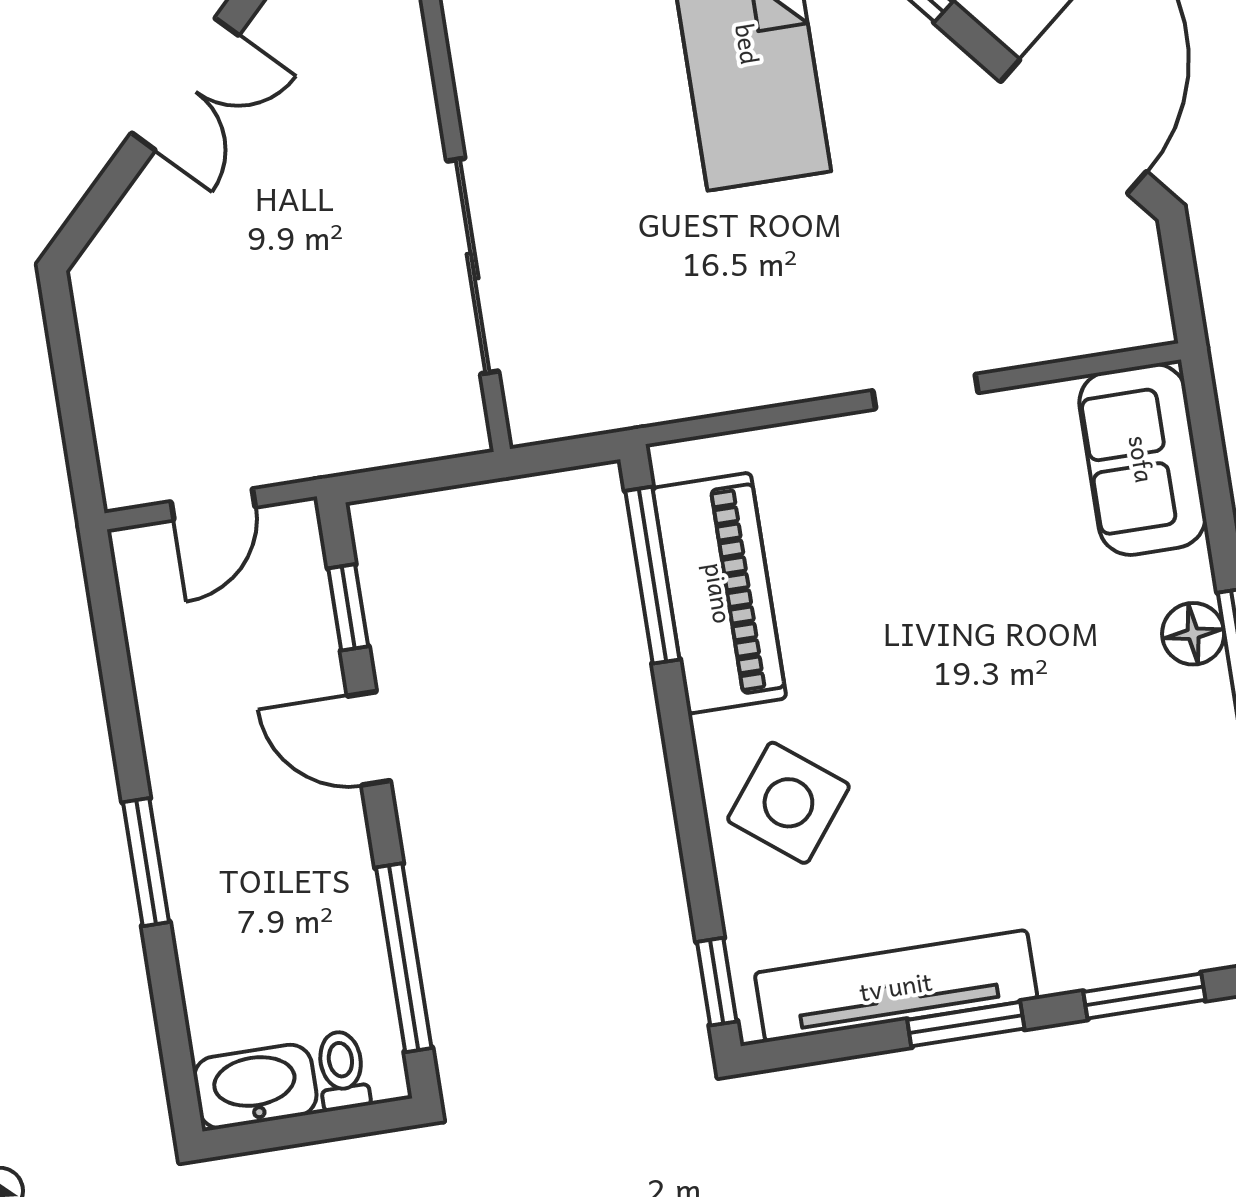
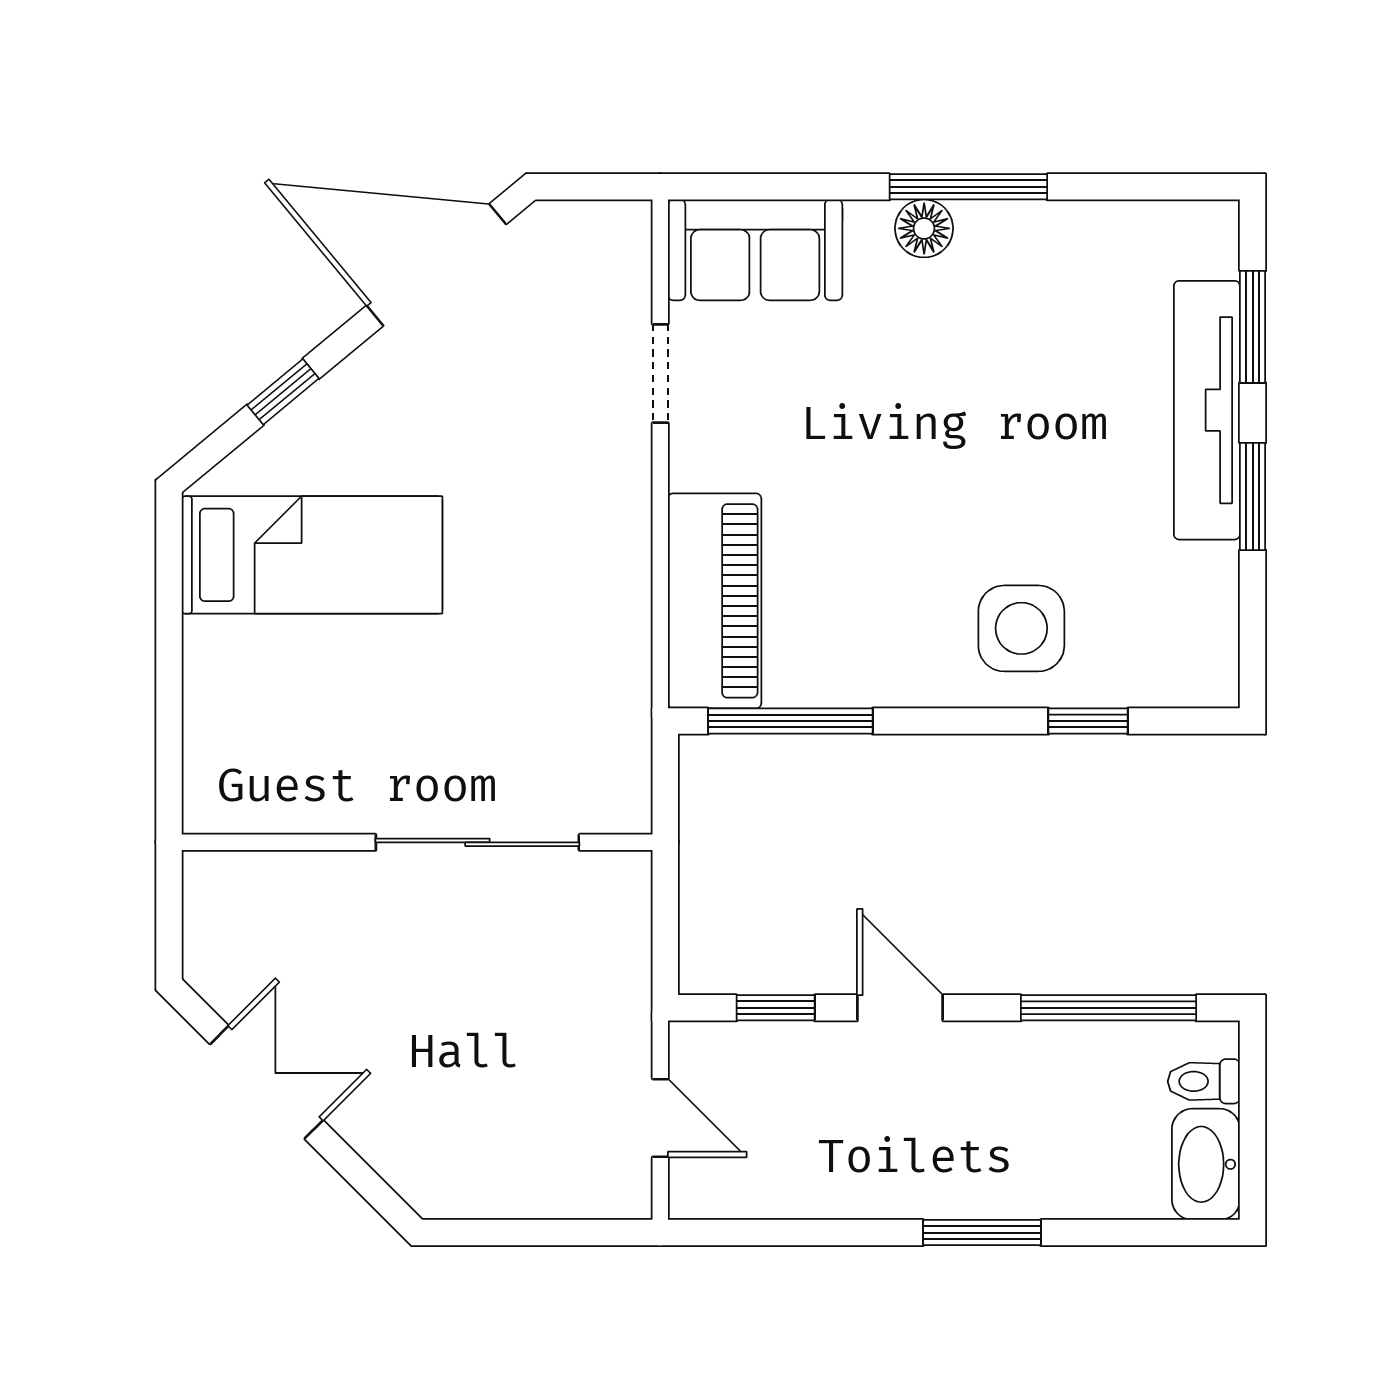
doorway: (925, 392) -> (660, 374), moved
piano: (719, 593) -> (715, 601), moved, turned 90
door: (369, 738) -> (900, 1008), swing flipped
side table: (788, 803) -> (1021, 628), turned -38
window: (717, 982) -> (1088, 721), moved
tv unit: (896, 986) -> (1207, 410), moved

